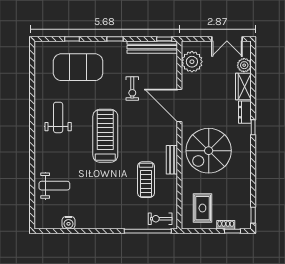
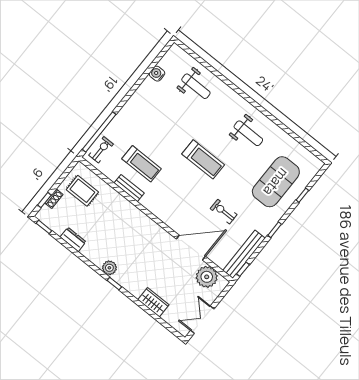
plant: (244, 65) -> (109, 268), moved
door: (179, 106) -> (191, 248), moved
dresser: (245, 112) -> (73, 239), moved
treadmill: (105, 136) -> (203, 159), width x0.73, depth x0.73
spiral stairs: (209, 151) -> (124, 233), removed
bench: (172, 160) -> (129, 188), moved
treadmill: (146, 180) -> (142, 164), turned 180
weight bench: (54, 186) -> (196, 86), turned -90

